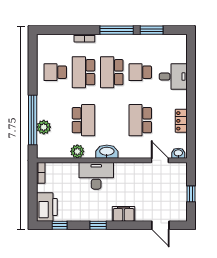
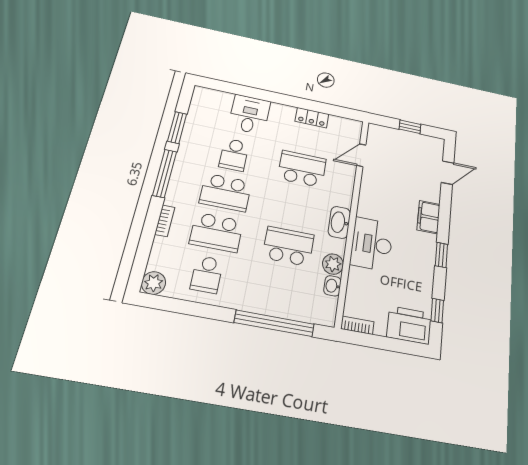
school desk: (140, 120) -> (302, 169), turned 180
plant: (44, 127) -> (154, 283), moved
washbasin: (178, 153) -> (332, 286), moved

